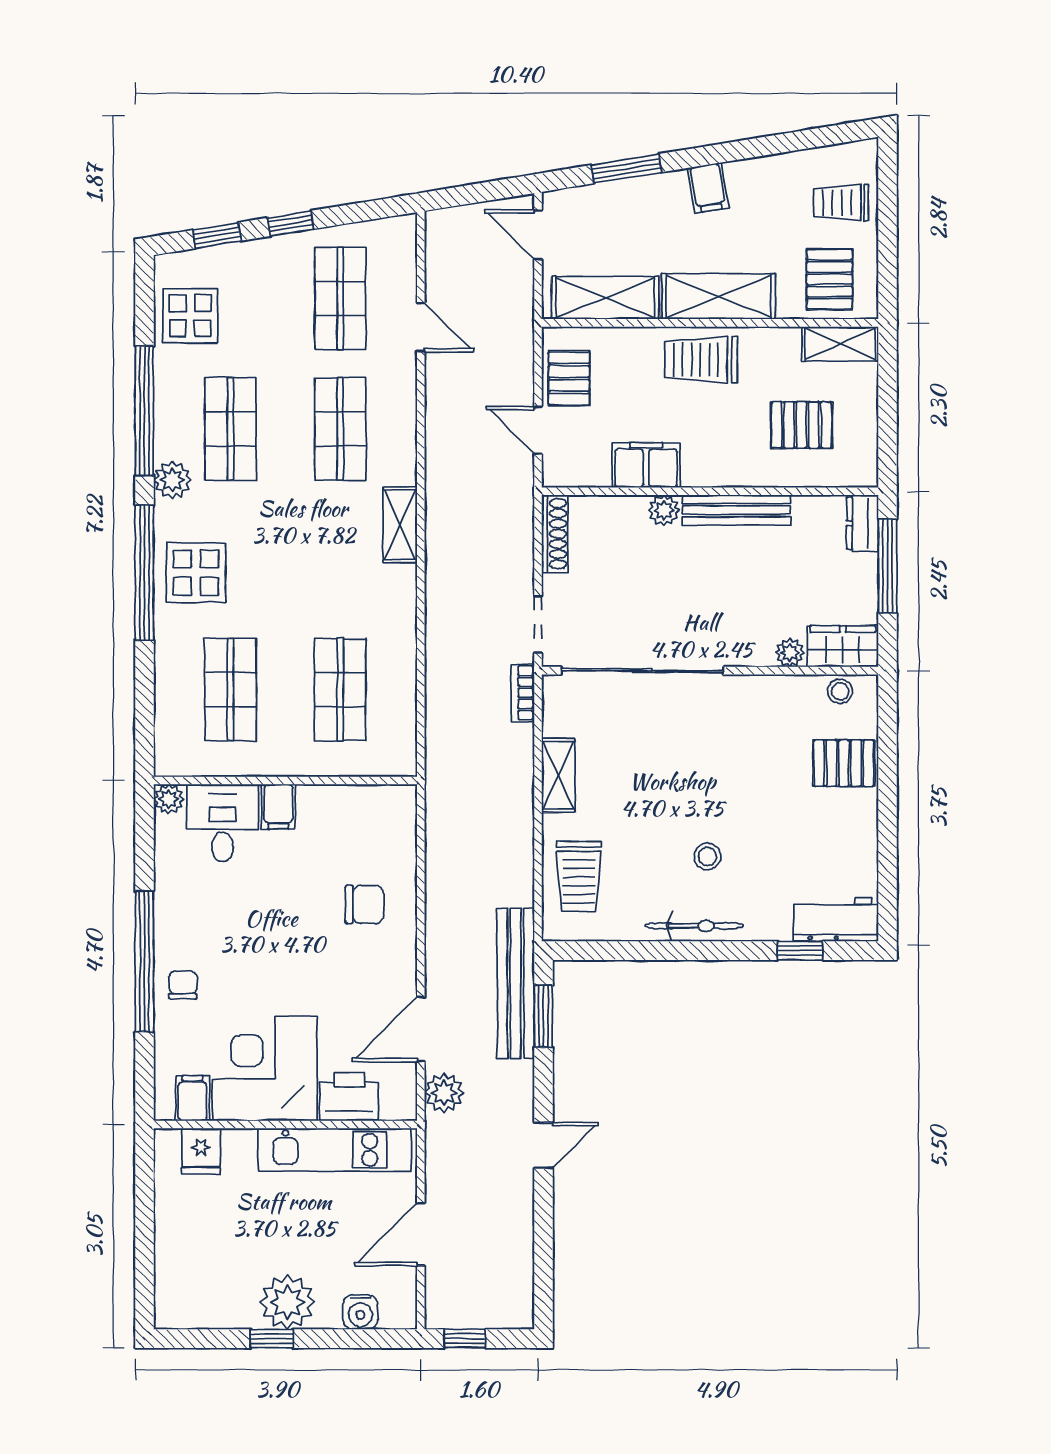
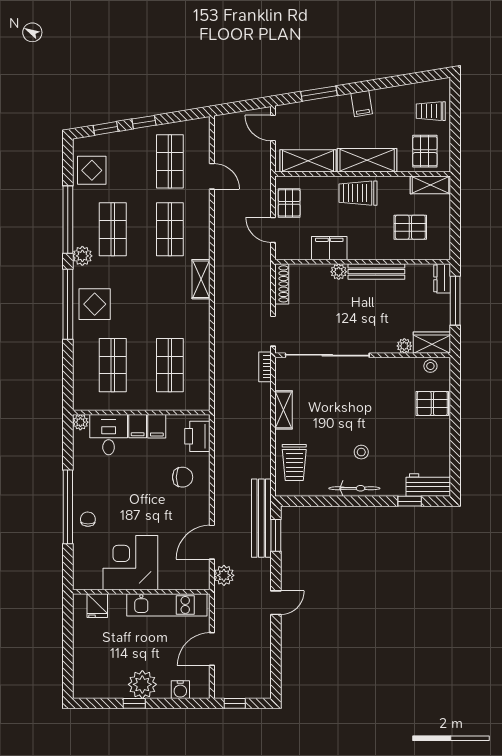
printer: (349, 1097) -> (197, 436), moved, turned -90
filing cabinet: (192, 1098) -> (157, 426), moved, turned 180

